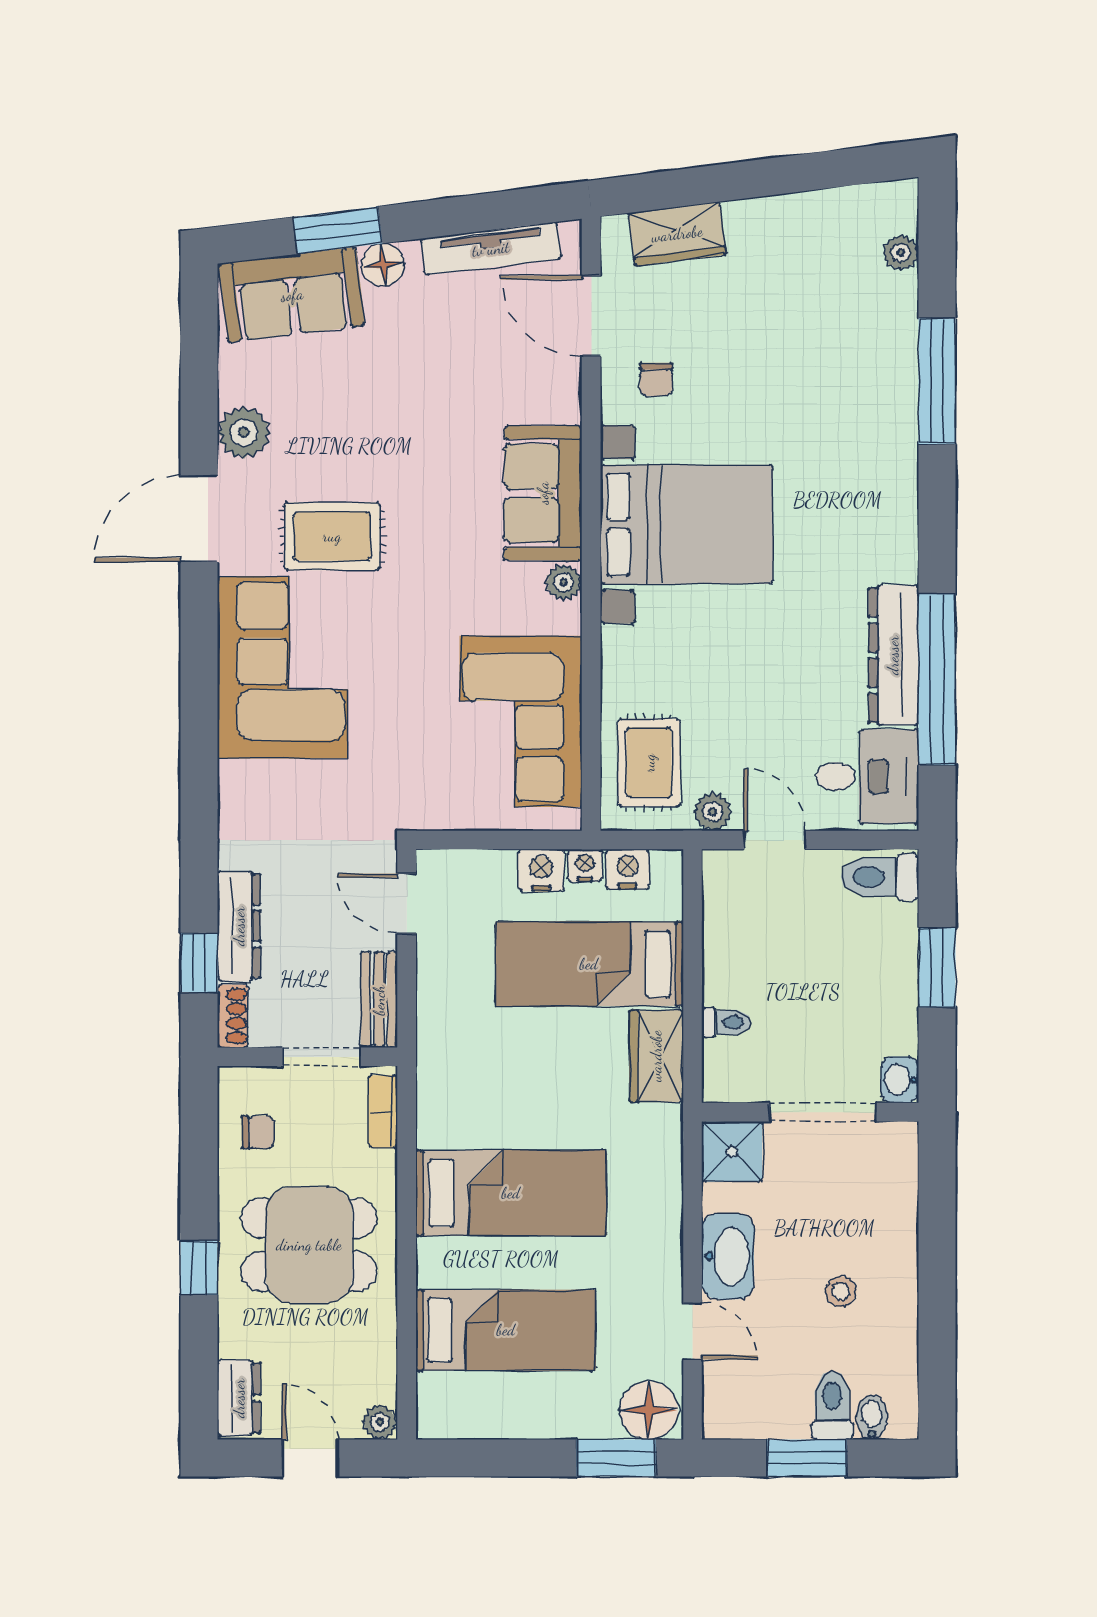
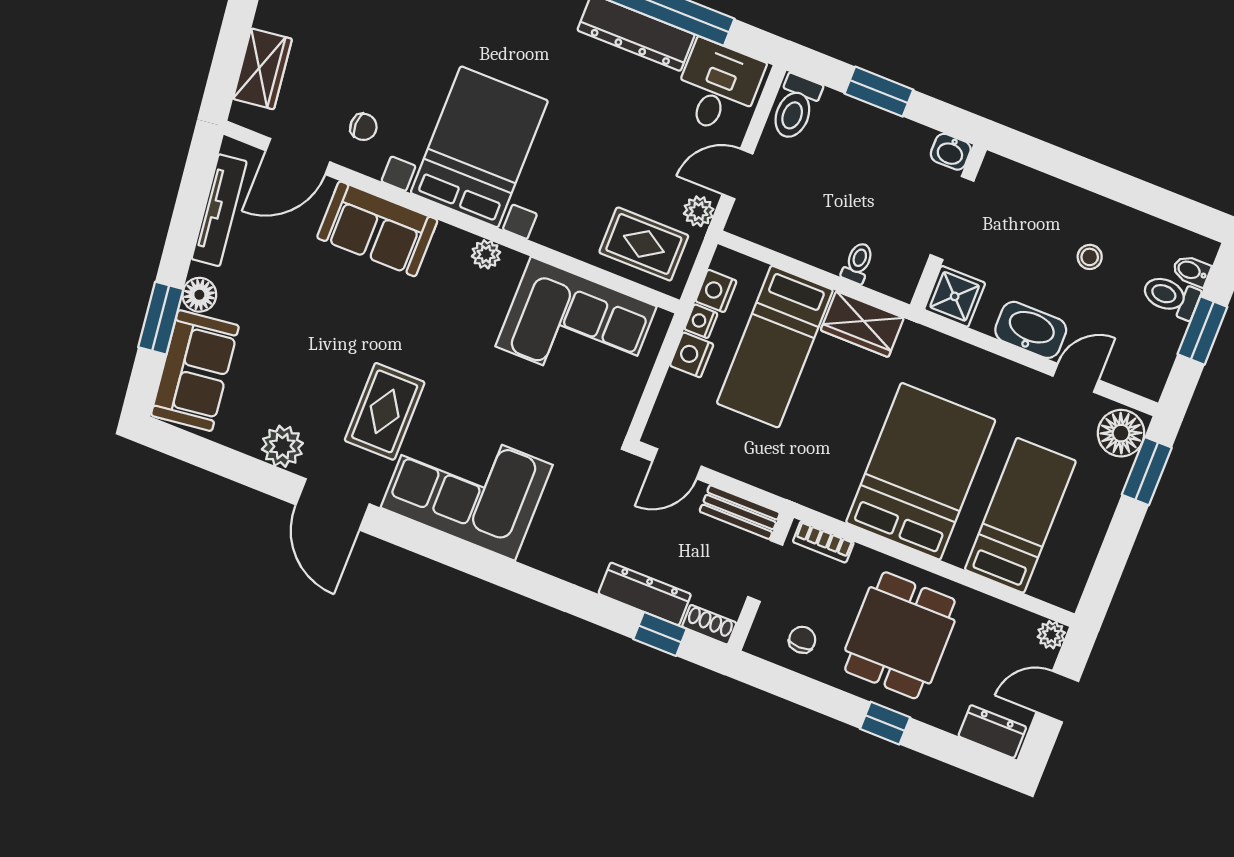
sofa: (543, 493) -> (377, 229), moved
bed: (511, 1193) -> (921, 471), width x1.50

